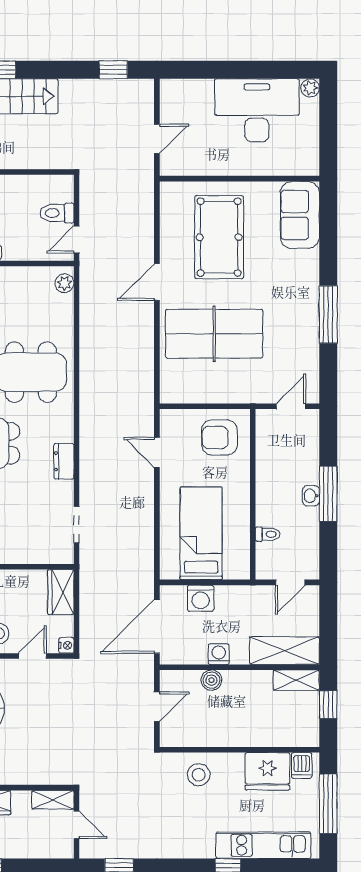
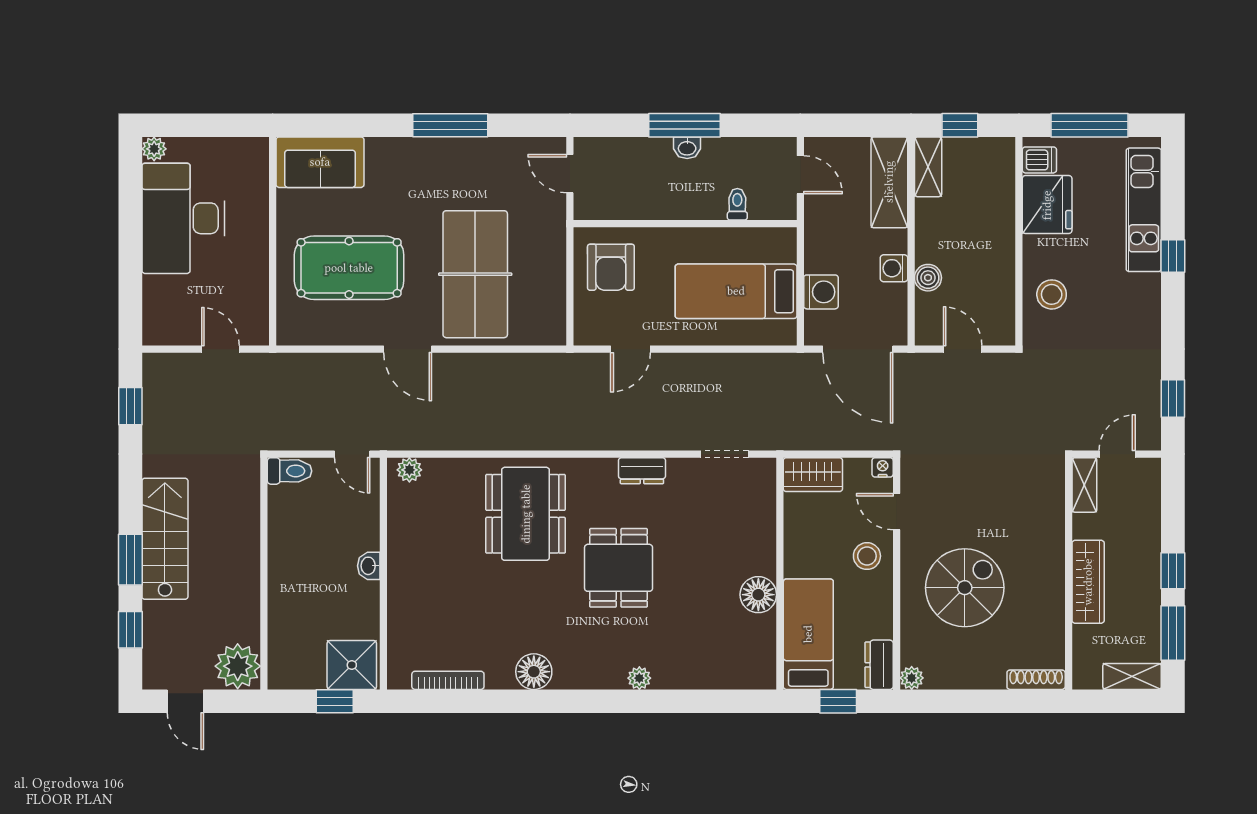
toilet: (57, 213) -> (289, 471), moved, turned -90

